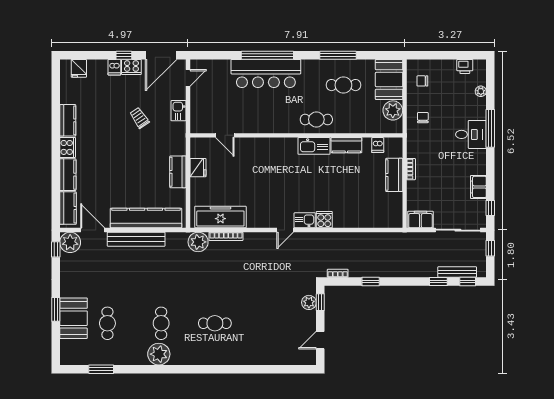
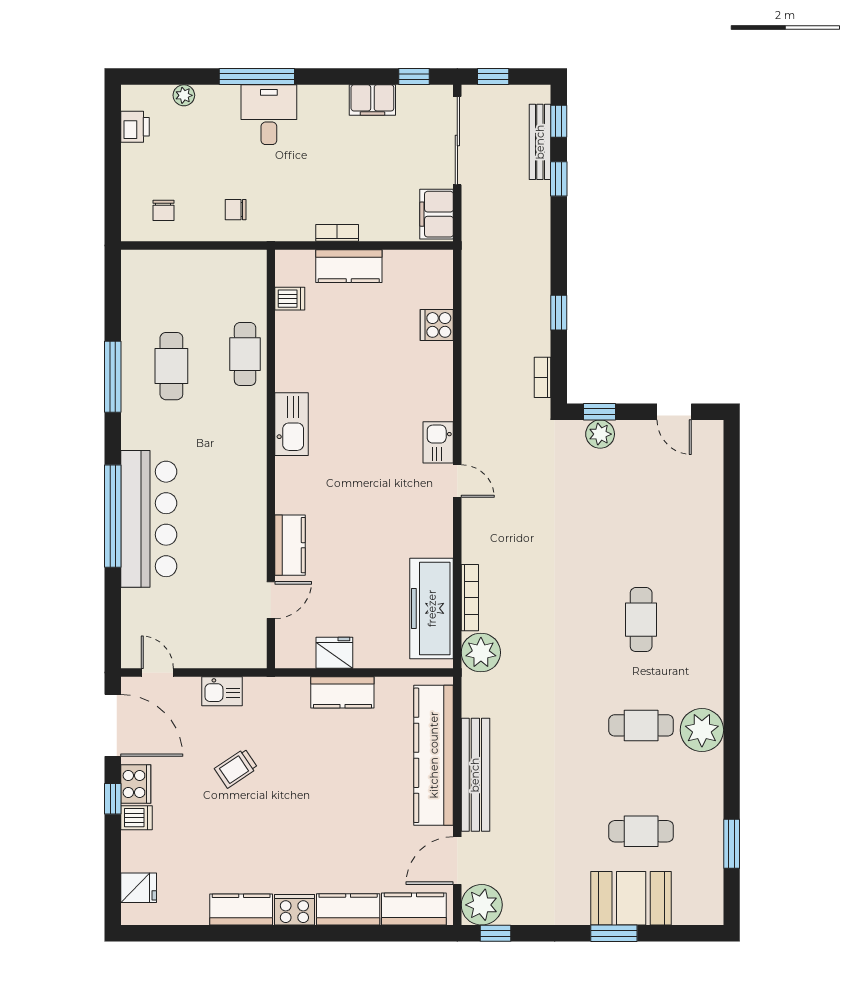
booth: (389, 80) -> (161, 276), removed
plant: (393, 110) -> (222, 269), removed
cafe table: (316, 119) -> (245, 354), moved
kitchen counter: (346, 145) -> (290, 545), moved
cooker: (324, 220) -> (437, 325), moved

